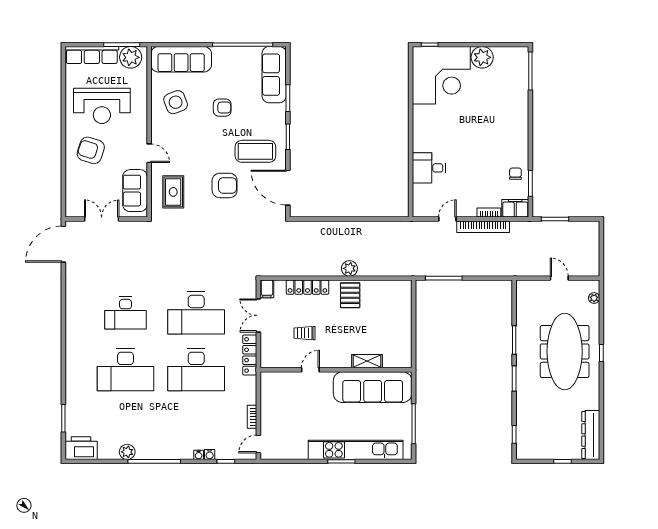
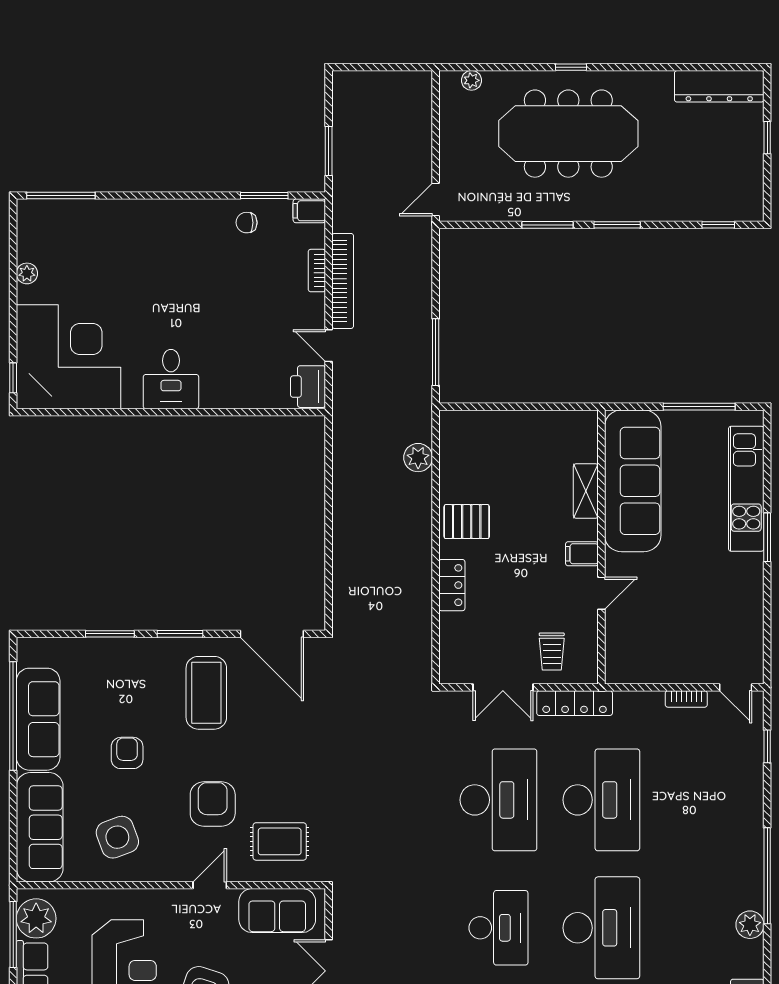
plant: (482, 57) -> (27, 273), width x0.53, depth x0.53
sofa: (274, 75) -> (38, 719), moved, turned -90
desk: (429, 168) -> (171, 379), moved
armchair: (225, 185) -> (213, 804), moved
door: (288, 188) -> (272, 634), hinge flipped
printer: (425, 208) -> (308, 387), added
filing cabinet: (515, 208) -> (309, 211), width x0.50
plant: (349, 268) -> (418, 458), moved
door: (559, 278) -> (436, 200), moved
locker: (307, 287) -> (452, 585), width x0.66
filing cabinet: (267, 289) -> (582, 554), moved, turned 180
trolley: (304, 333) -> (552, 651), moved
door: (310, 370) -> (601, 593), swing flipped
kitchen unit: (356, 450) -> (746, 489), width x0.73
water cooler: (199, 455) -> (755, 796), removed
water cooler: (210, 455) -> (755, 776), removed

